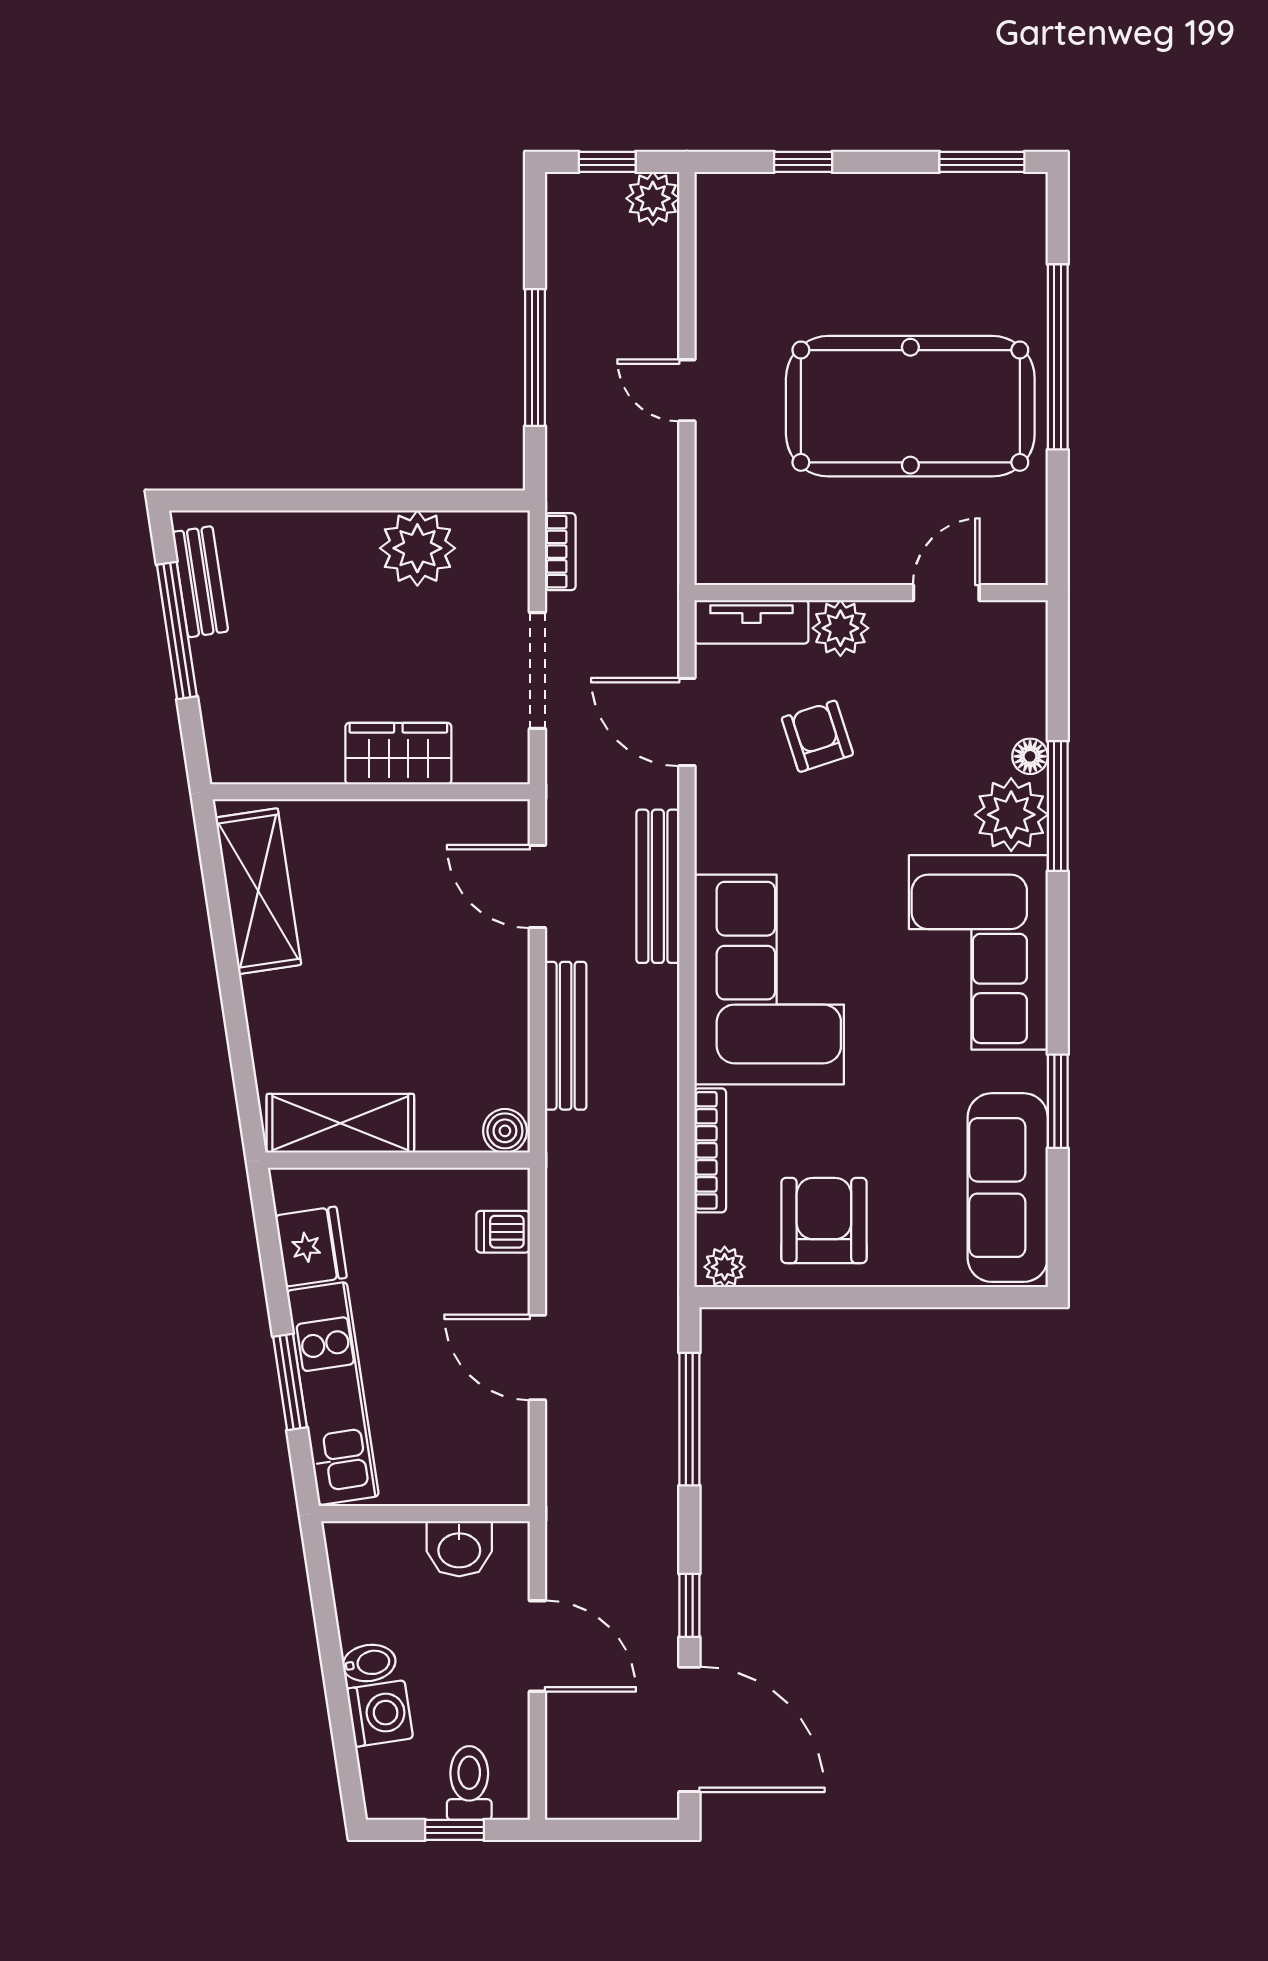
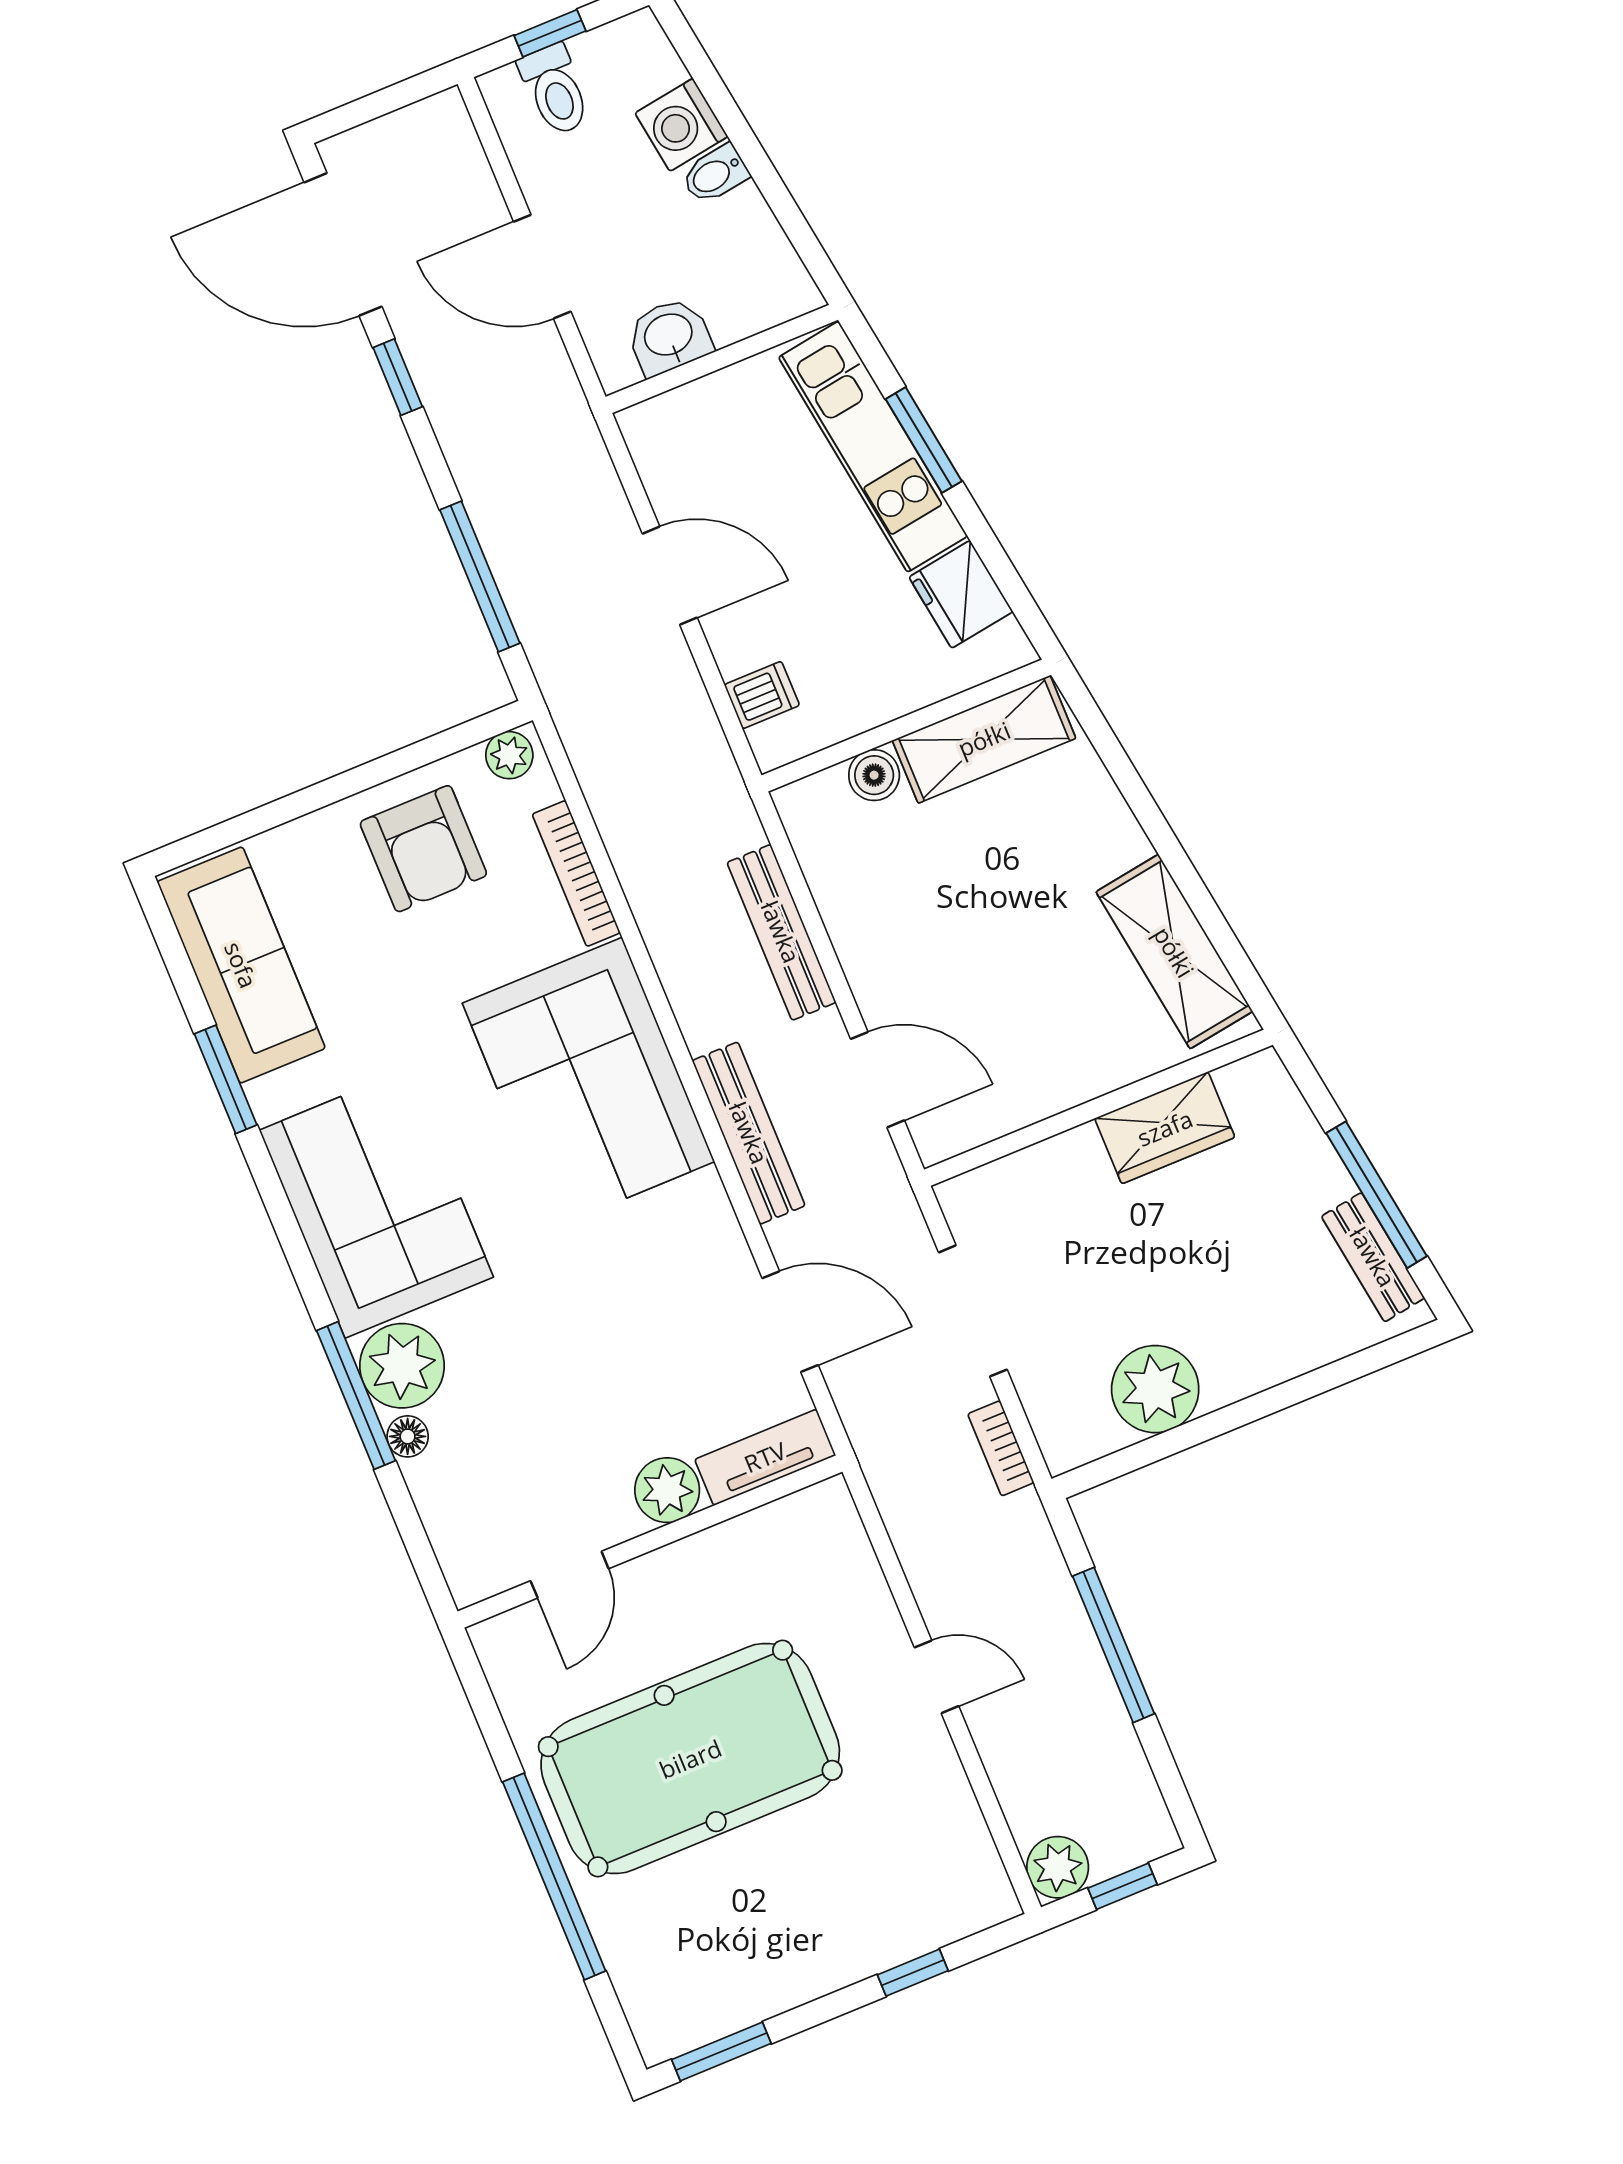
armchair: (817, 736) -> (644, 1364), removed
wardrobe: (398, 754) -> (1165, 1128), moved
boiler: (505, 1131) -> (874, 775), moved

